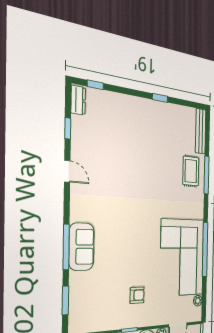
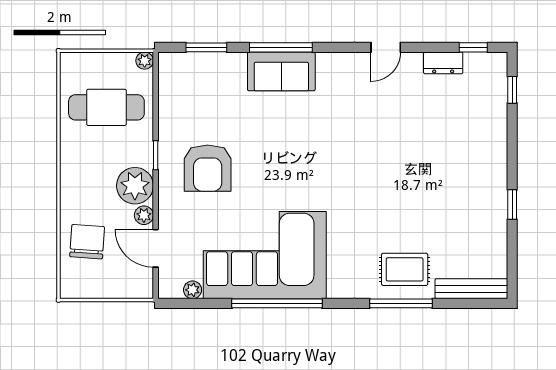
dresser: (78, 100) -> (443, 63), moved
window: (68, 128) -> (473, 47), moved
armchair: (137, 295) -> (208, 168), width x1.88, depth x1.88

